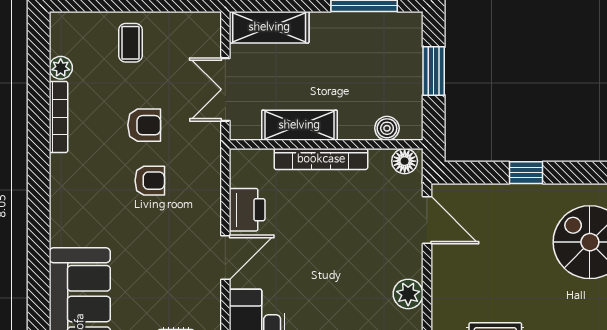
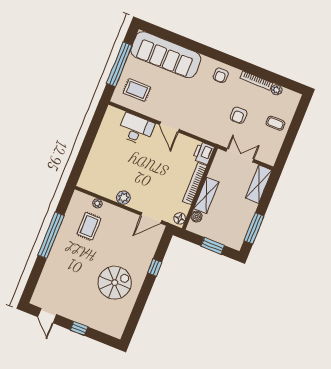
shelving: (299, 125) -> (206, 195), moved
armchair: (150, 181) -> (221, 75), moved
printer: (247, 210) -> (203, 153), moved, turned 90

